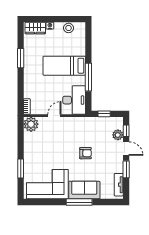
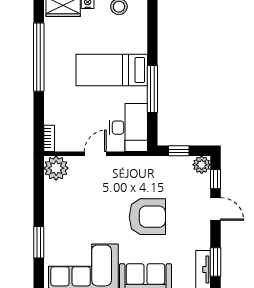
window: (21, 58) -> (39, 57), width x2.11
plant: (118, 135) -> (202, 165), moved
armchair: (85, 153) -> (147, 217), width x1.88, depth x1.88
window: (126, 169) -> (216, 262), moved

